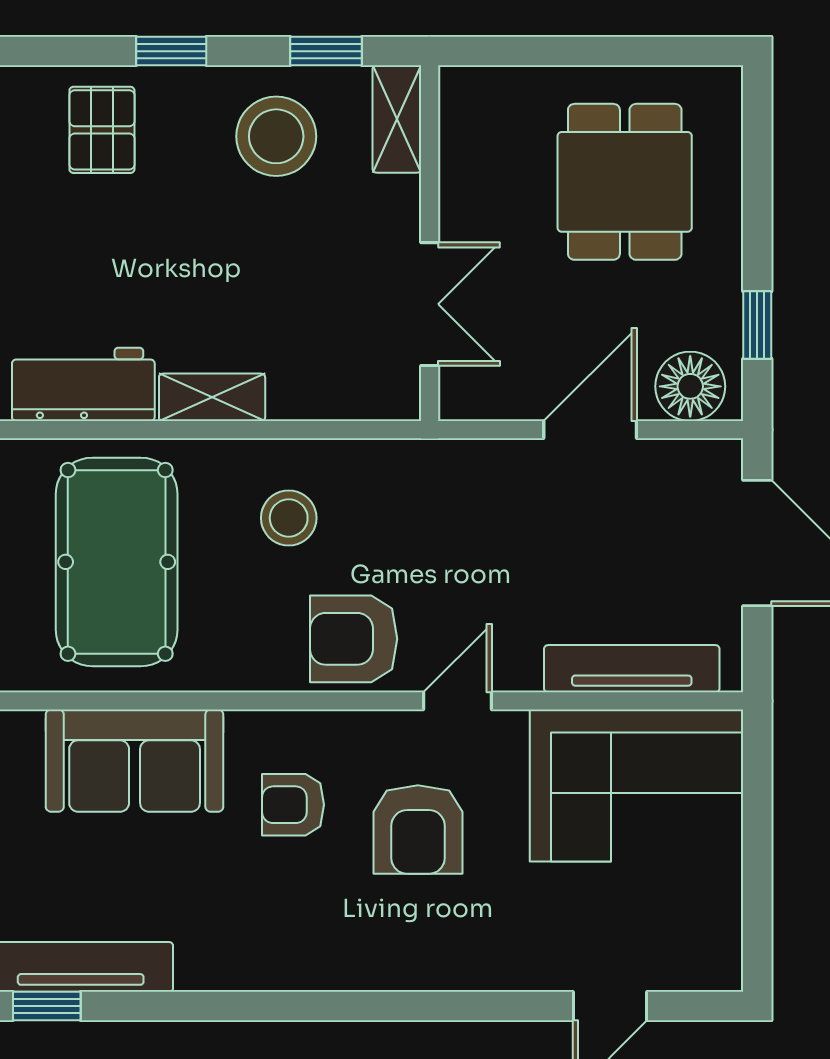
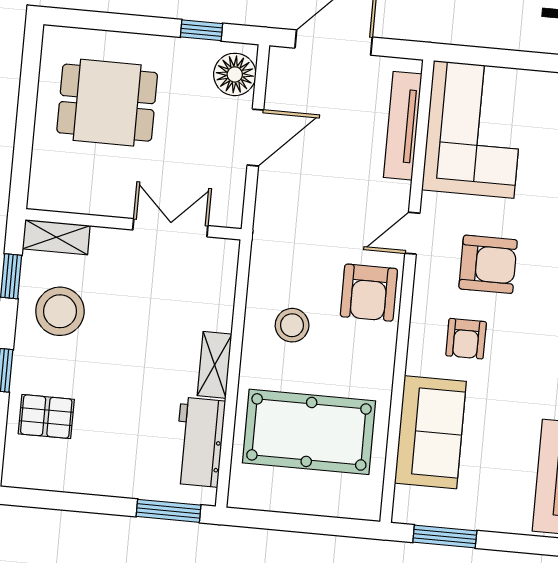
door: (590, 430) -> (255, 138), swing flipped
door: (457, 701) -> (412, 233), hinge flipped

